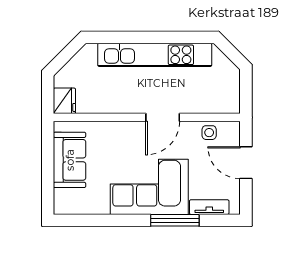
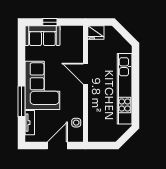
door: (163, 117) -> (86, 74), moved
sofa: (70, 160) -> (42, 36), moved
window: (48, 175) -> (50, 22), added

